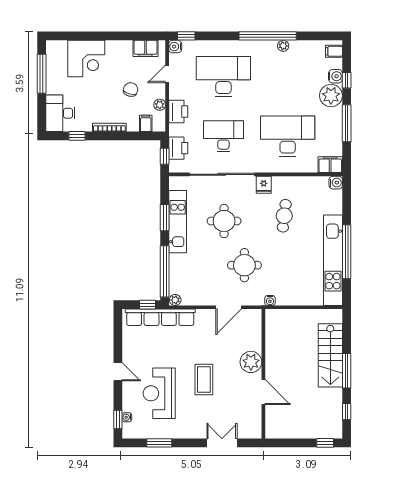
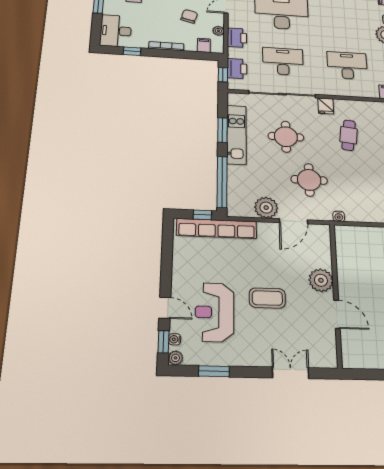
desk: (288, 136) -> (347, 66), width x0.73, depth x0.77
plant: (175, 300) -> (266, 208), moved, width x1.88, depth x1.88
door: (118, 372) -> (165, 308), moved
coffee table: (204, 380) -> (267, 298), turned 90
plant: (128, 433) -> (176, 358), added

